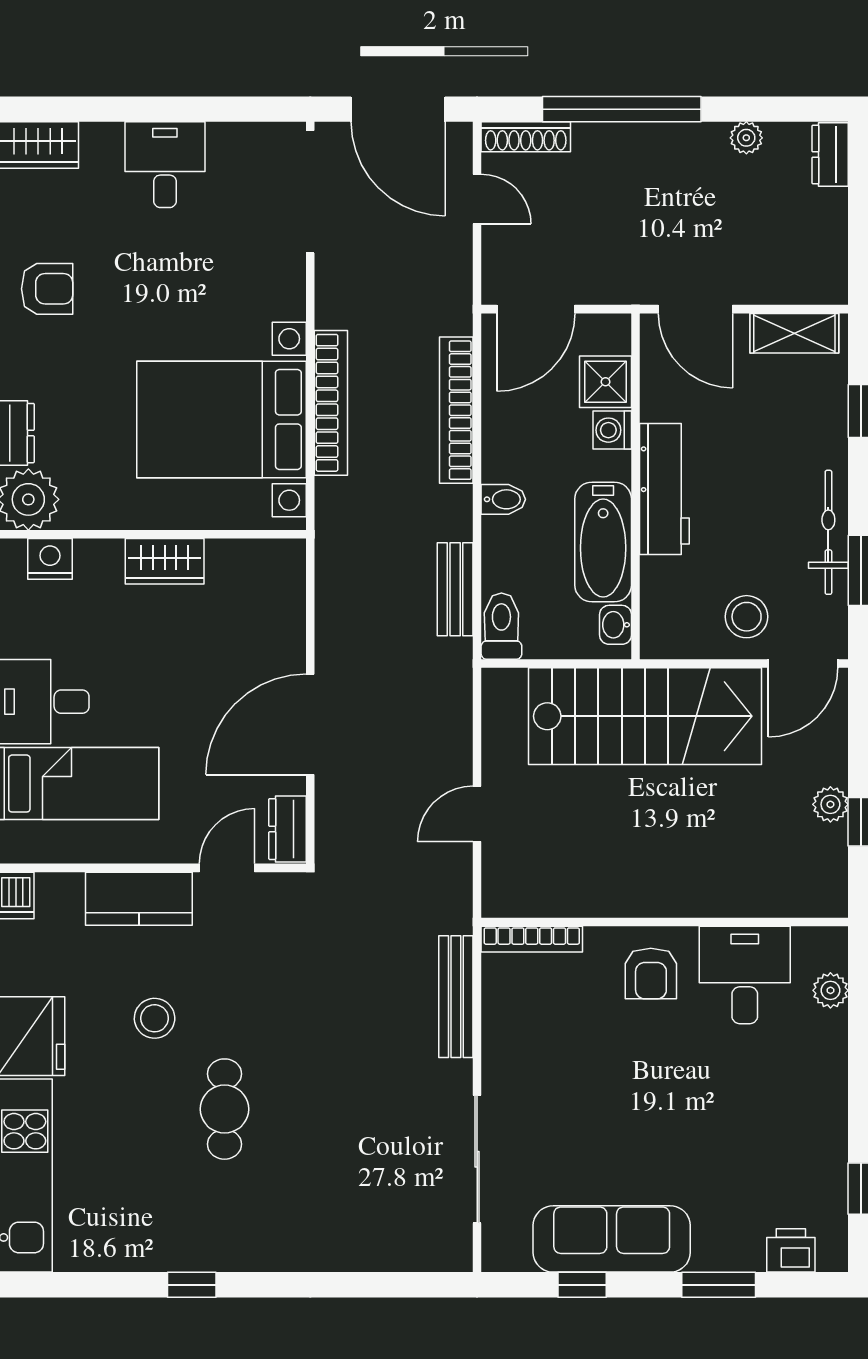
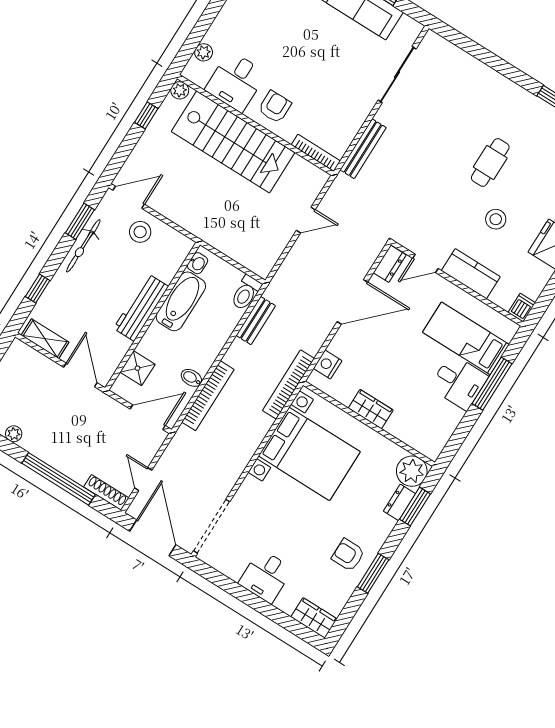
bookcase: (331, 403) -> (288, 384), moved
washing machine: (612, 430) -> (147, 346), removed
bidet: (503, 499) -> (191, 378), moved
nightstand: (50, 559) -> (328, 365), moved, turned 90
stairs: (645, 716) -> (233, 142), moved, turned 180
plant: (830, 804) -> (180, 90), moved

